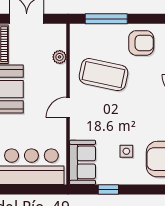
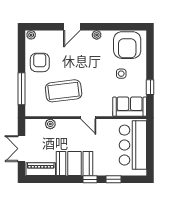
coffee table: (103, 75) -> (64, 91), turned 71

